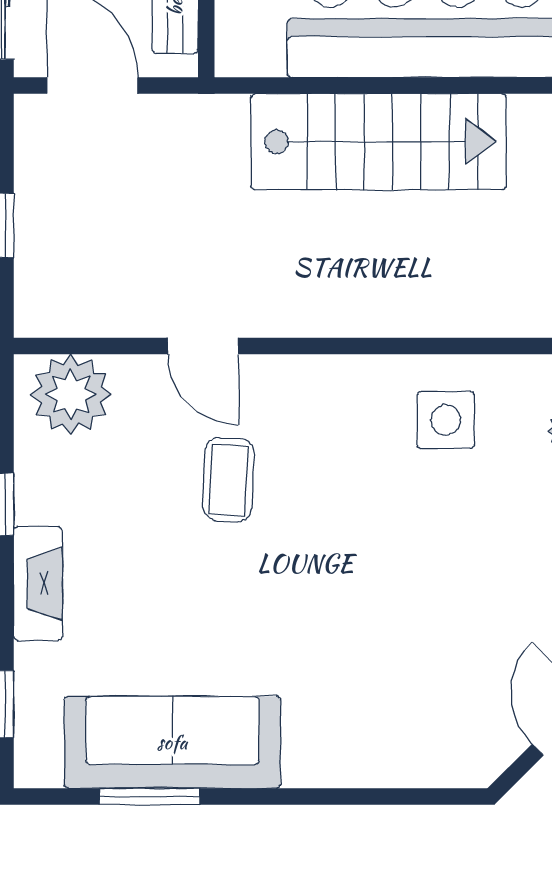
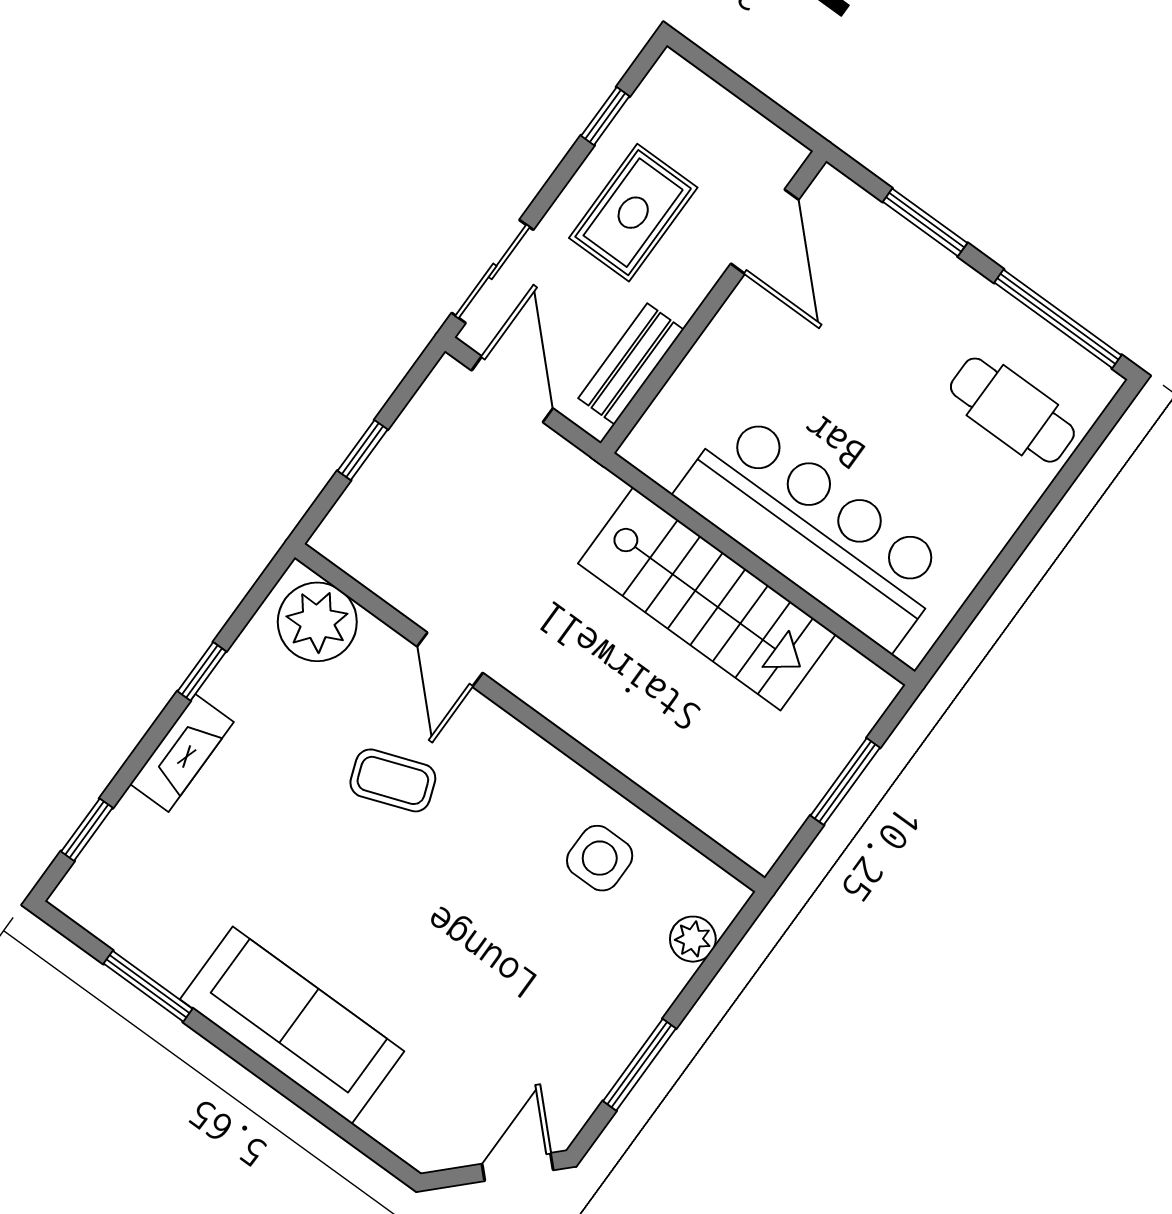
coffee table: (228, 480) -> (393, 780), turned 67
sofa: (172, 742) -> (292, 1025), moved

